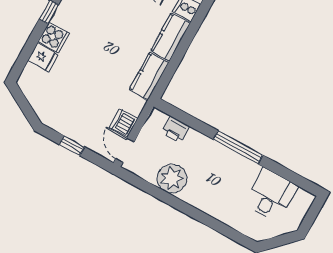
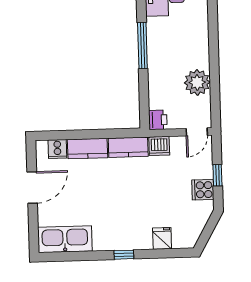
cooker: (54, 37) -> (203, 190), moved, turned -90
dishwasher: (124, 123) -> (159, 146), moved
printer: (176, 130) -> (158, 120), moved

